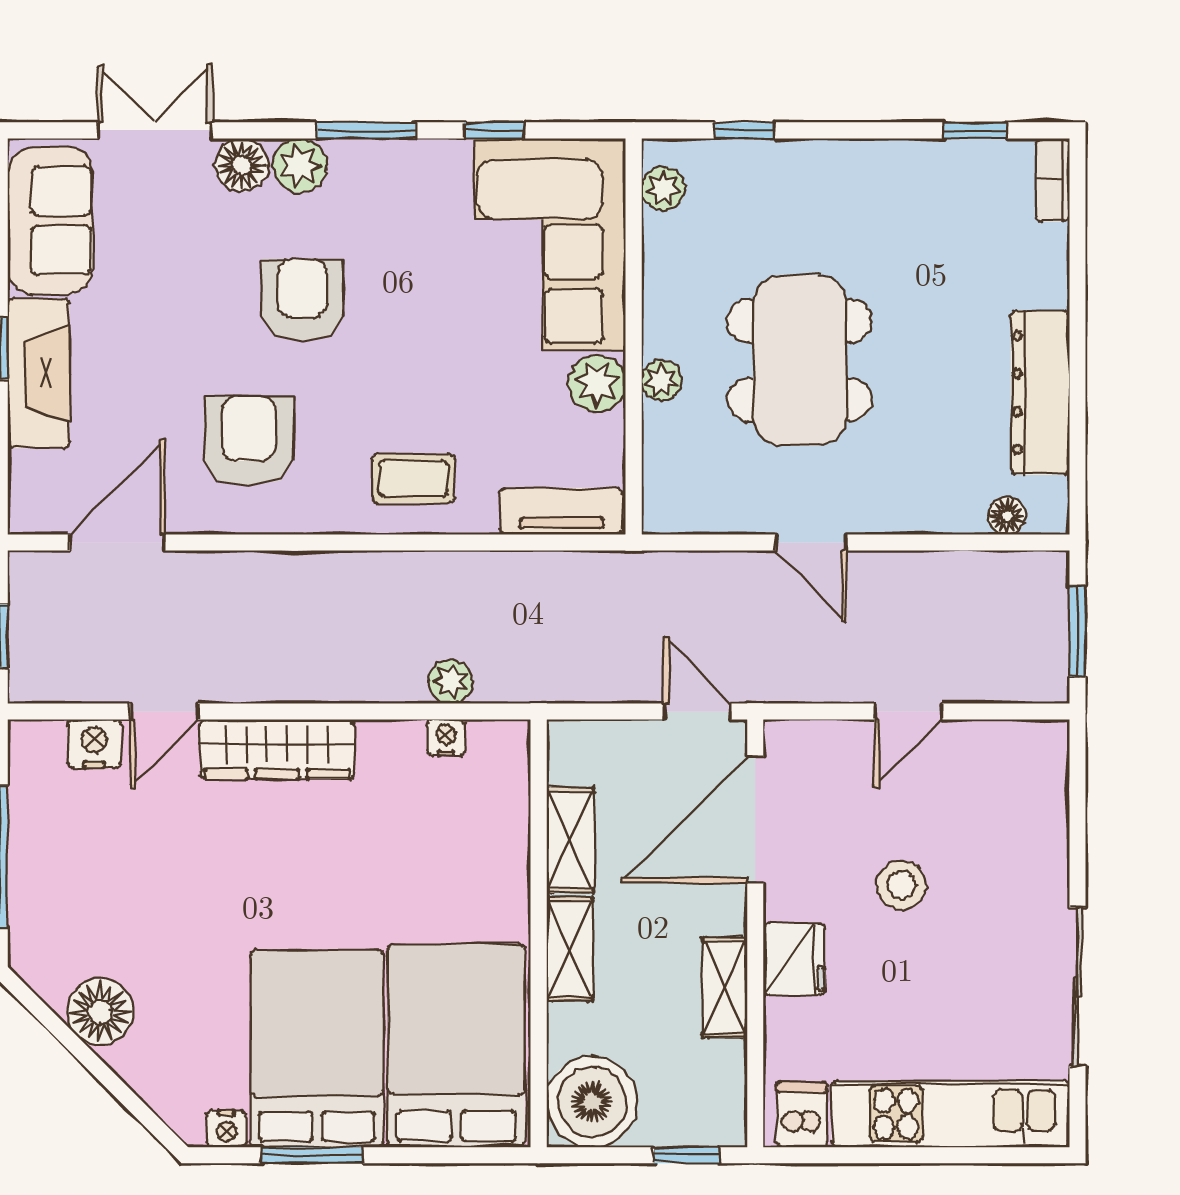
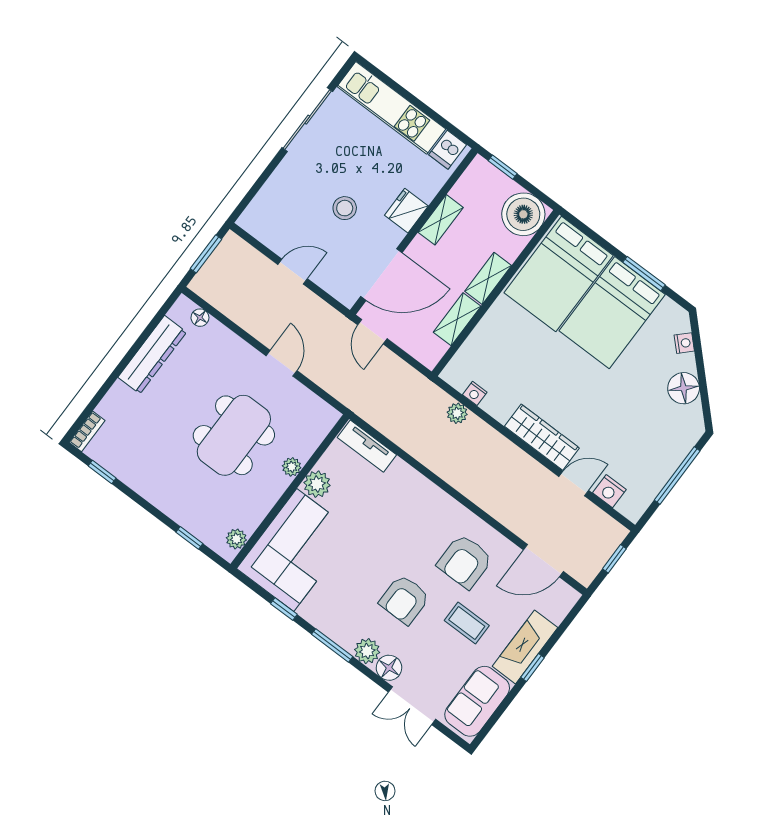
coffee table: (413, 478) -> (467, 623), moved
nightstand: (226, 1129) -> (684, 343), moved, turned 45

